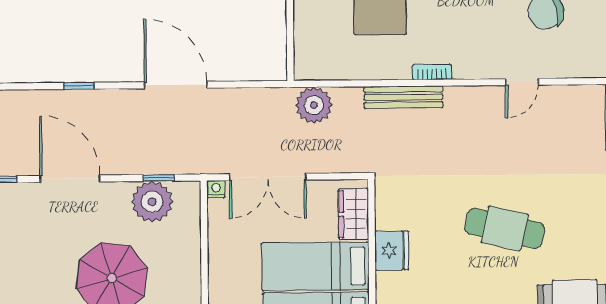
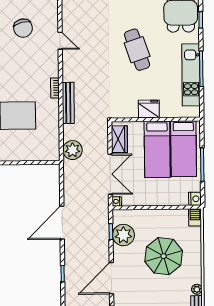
wardrobe: (354, 214) -> (119, 139), moved, turned -90
cafe table: (505, 228) -> (137, 50), turned -32

